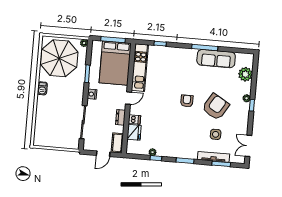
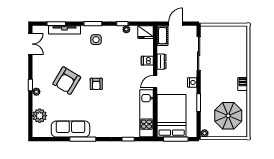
parasol: (59, 58) -> (228, 116), width x0.73, depth x0.73
fridge: (134, 132) -> (145, 32), moved, turned -90
side table: (216, 134) -> (96, 40), moved

